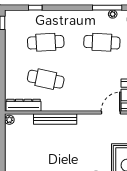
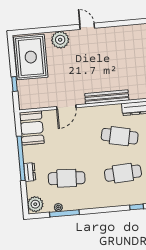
door: (111, 113) -> (66, 107), moved

